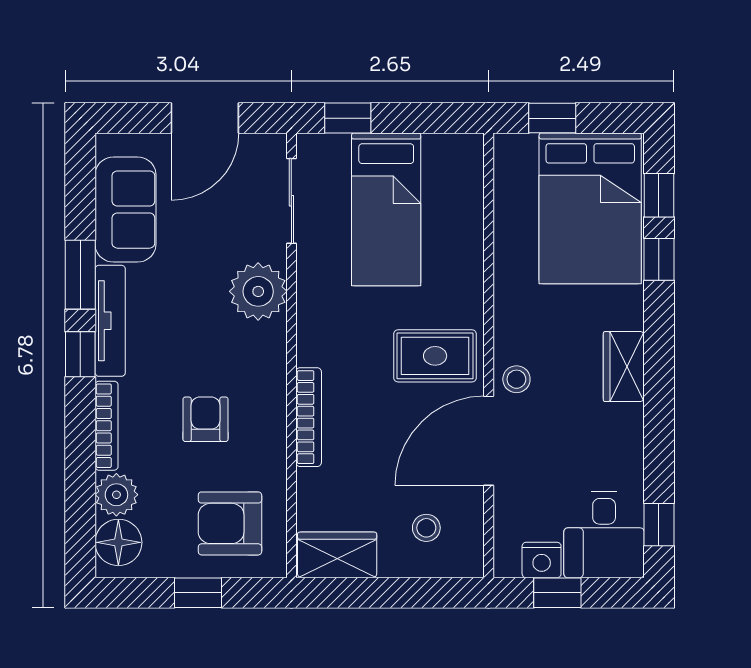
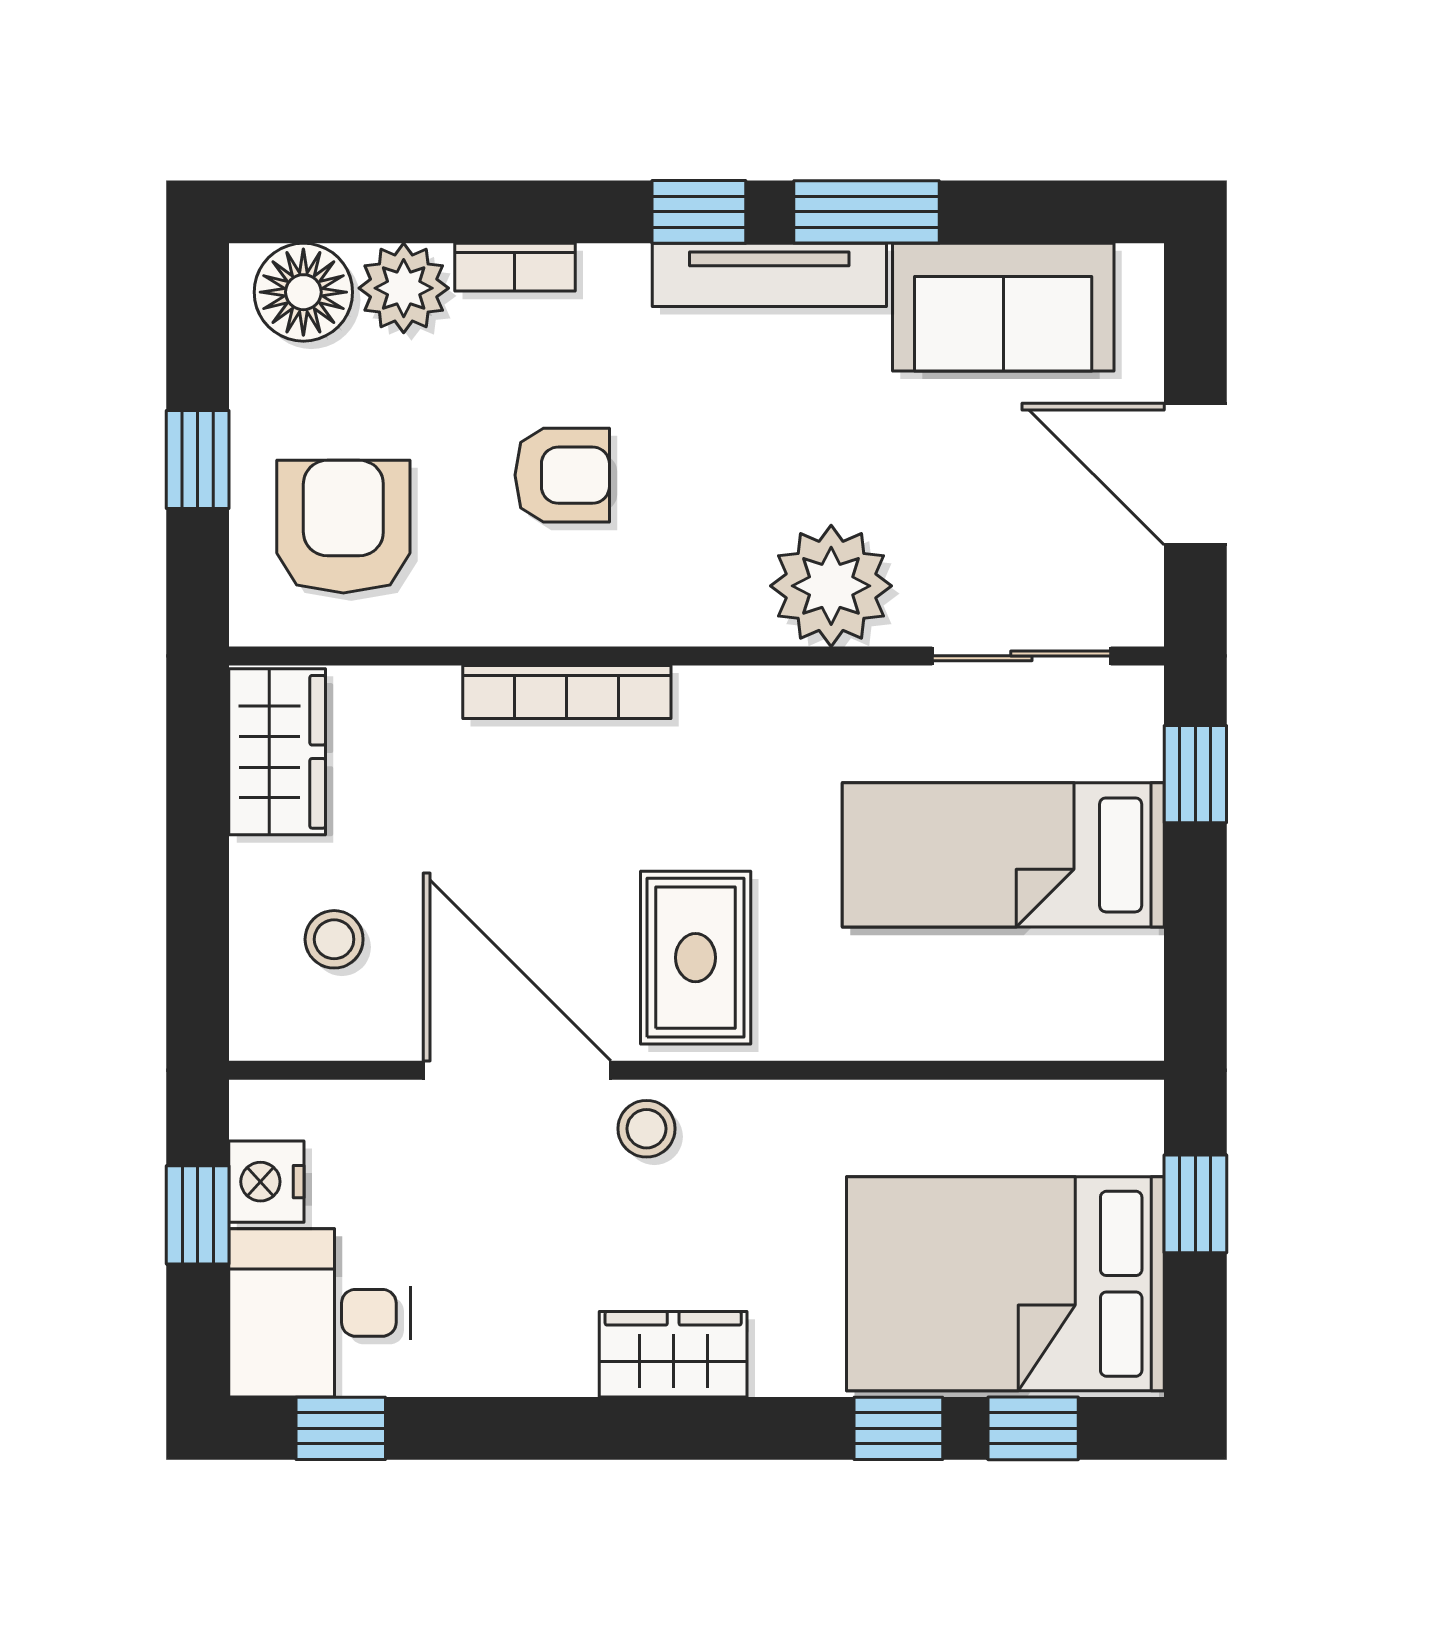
bookcase: (107, 426) -> (515, 267), width x0.64

